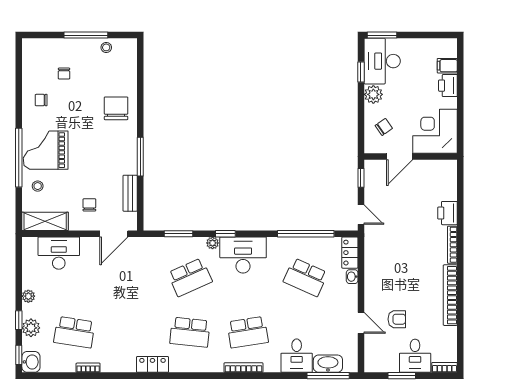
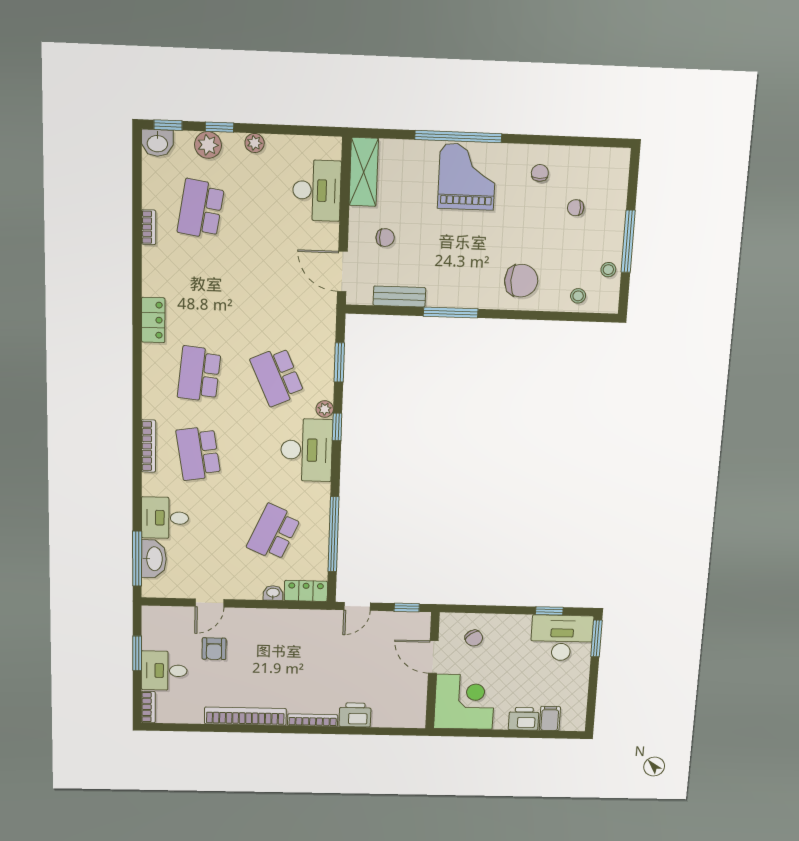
plant: (373, 94) -> (518, 626), removed
stool: (38, 186) -> (578, 296), moved

